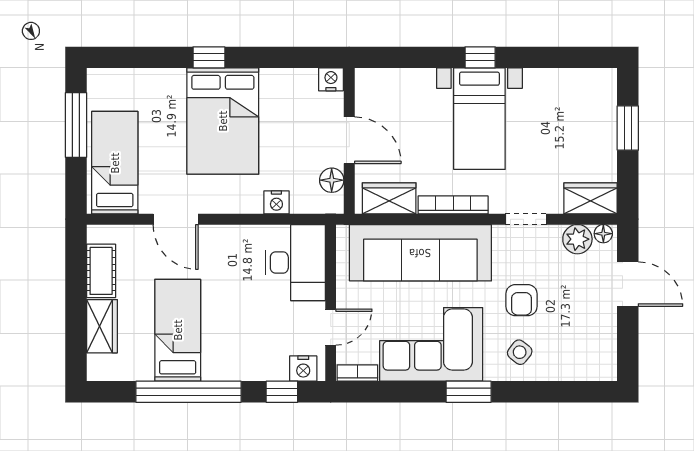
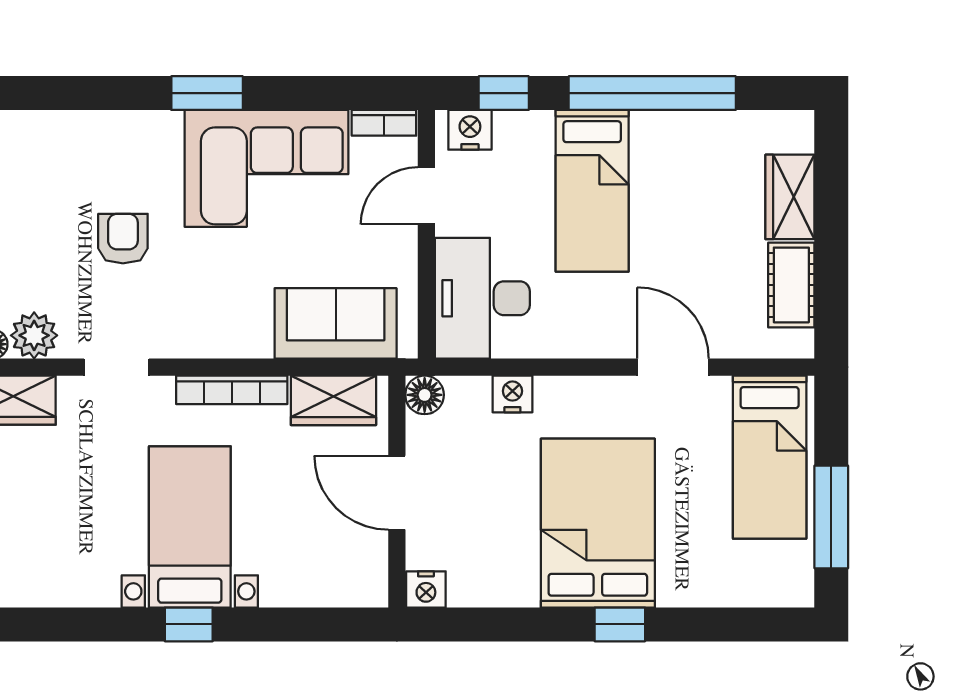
floor lamp: (332, 180) -> (425, 395), moved
sofa: (420, 253) -> (336, 323), width x0.54, depth x0.79
bed: (178, 330) -> (592, 191), moved
side table: (520, 352) -> (126, 156), removed

